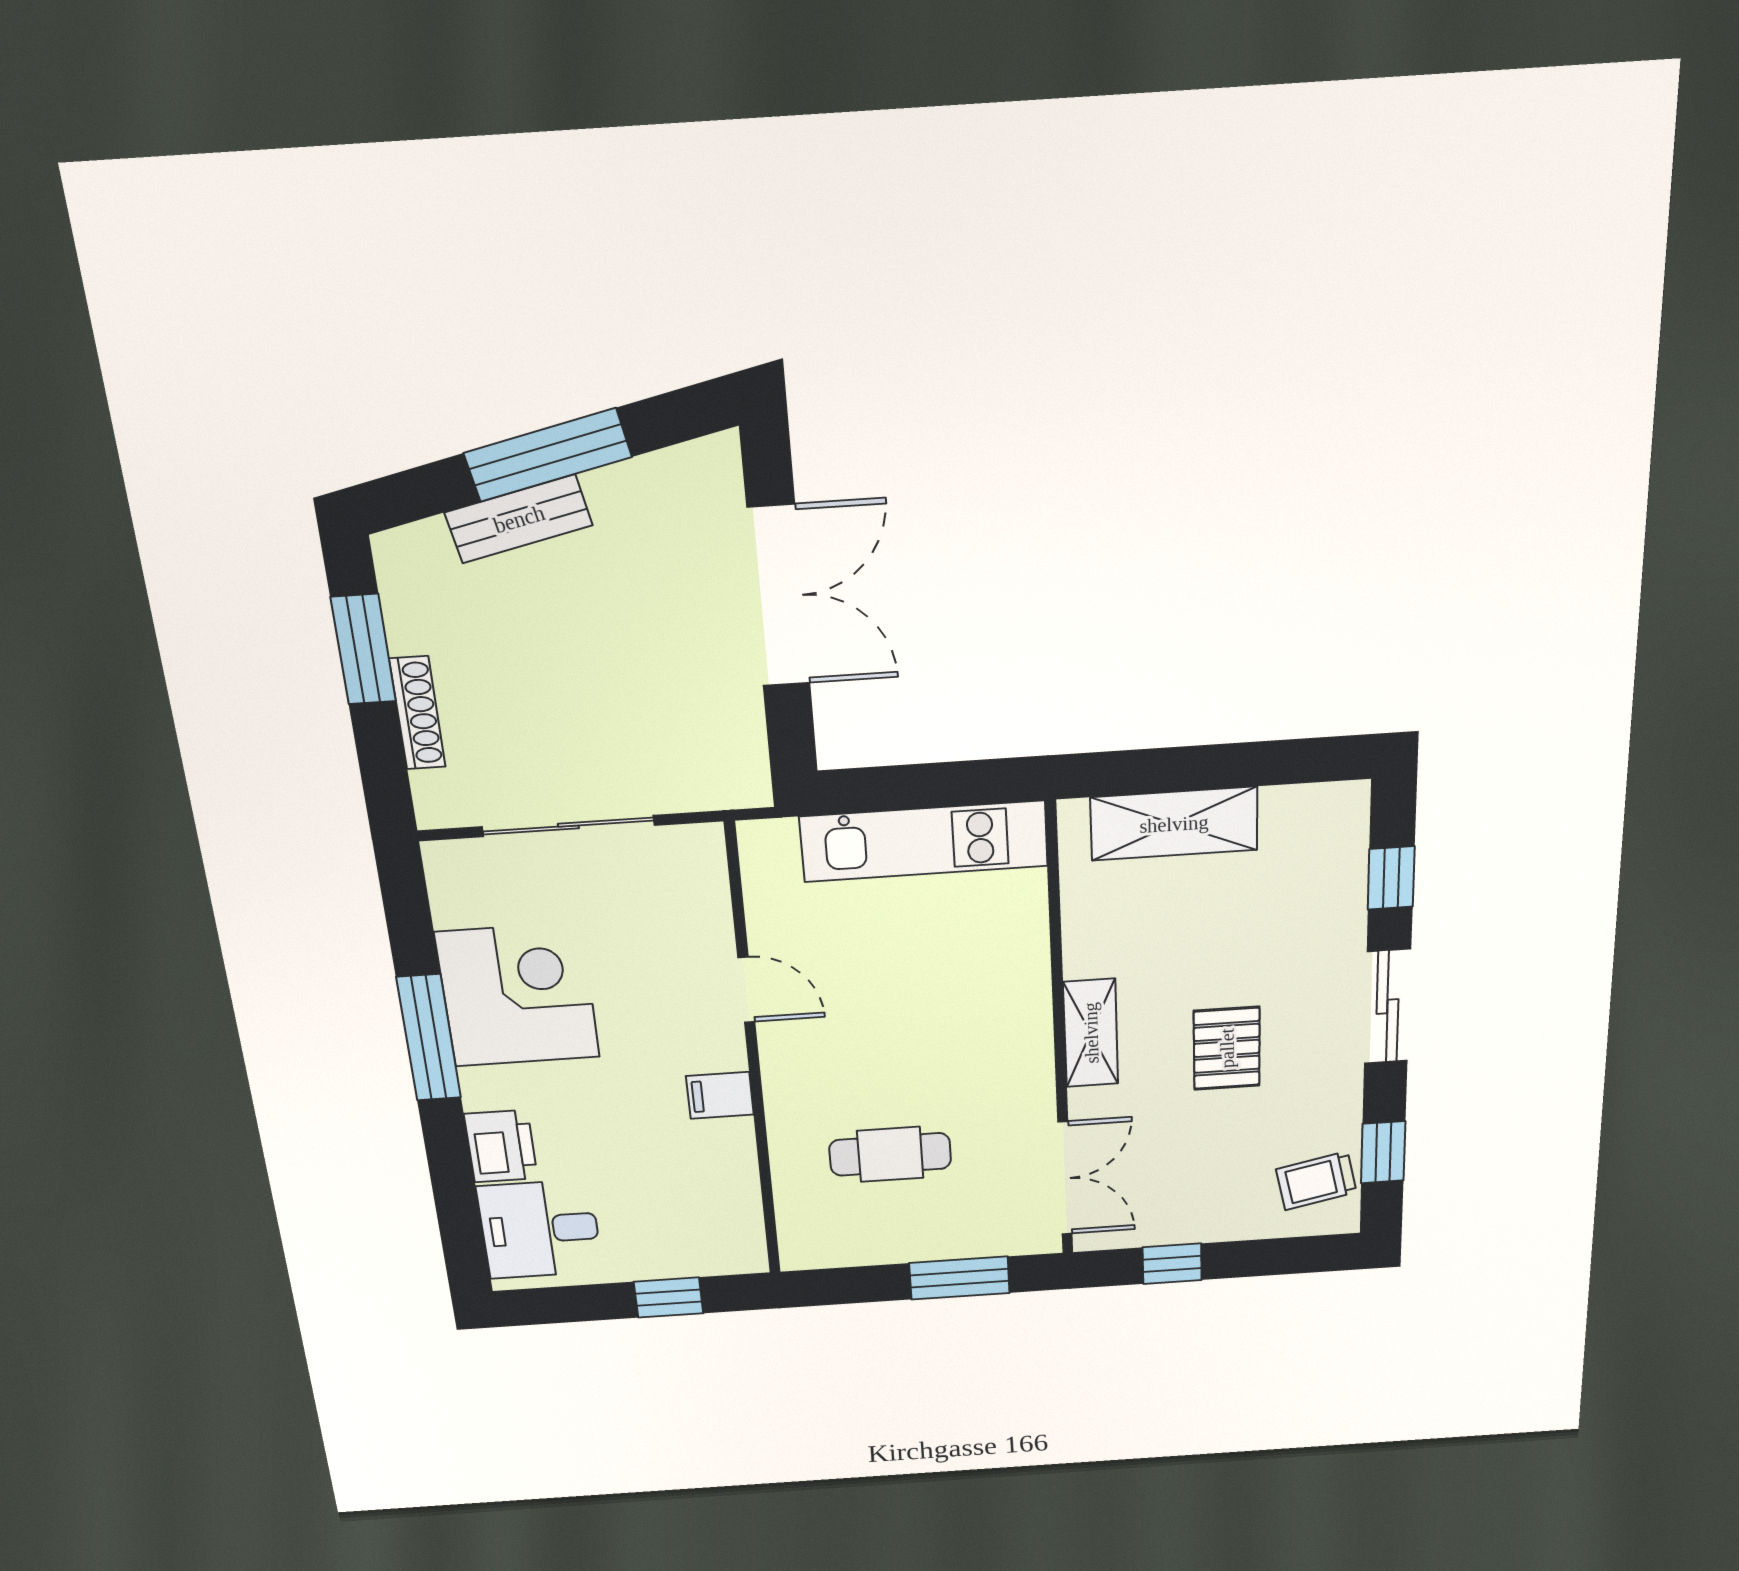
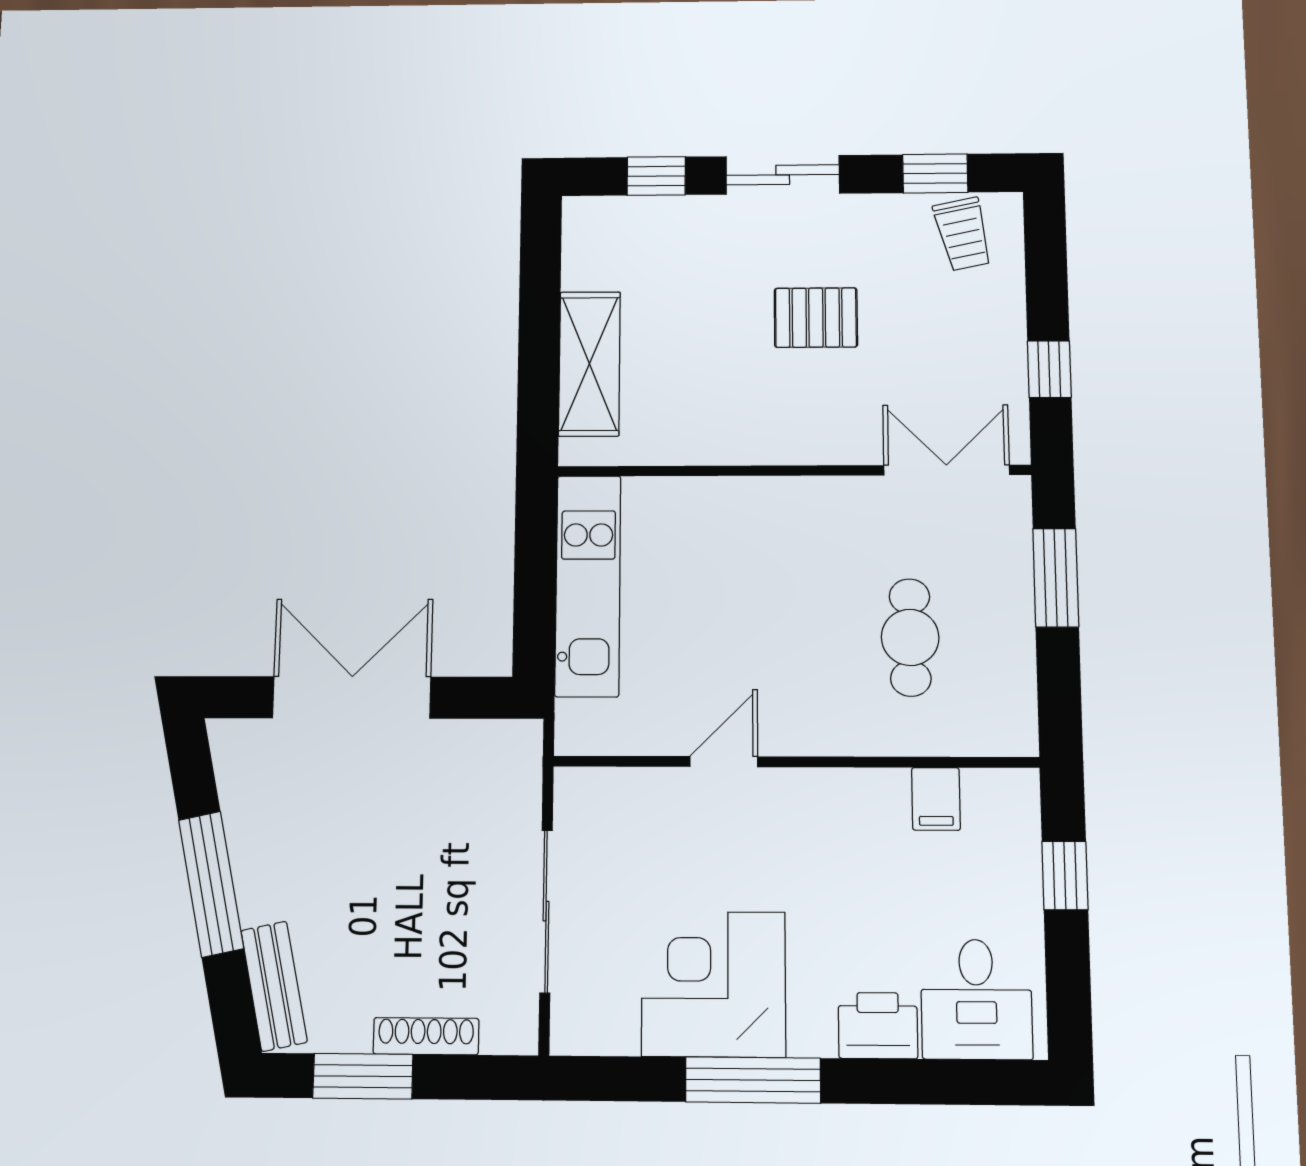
bench: (519, 519) -> (274, 986), moved
shelving: (1091, 1033) -> (791, 442), removed
filing cabinet: (720, 1095) -> (936, 799), moved

